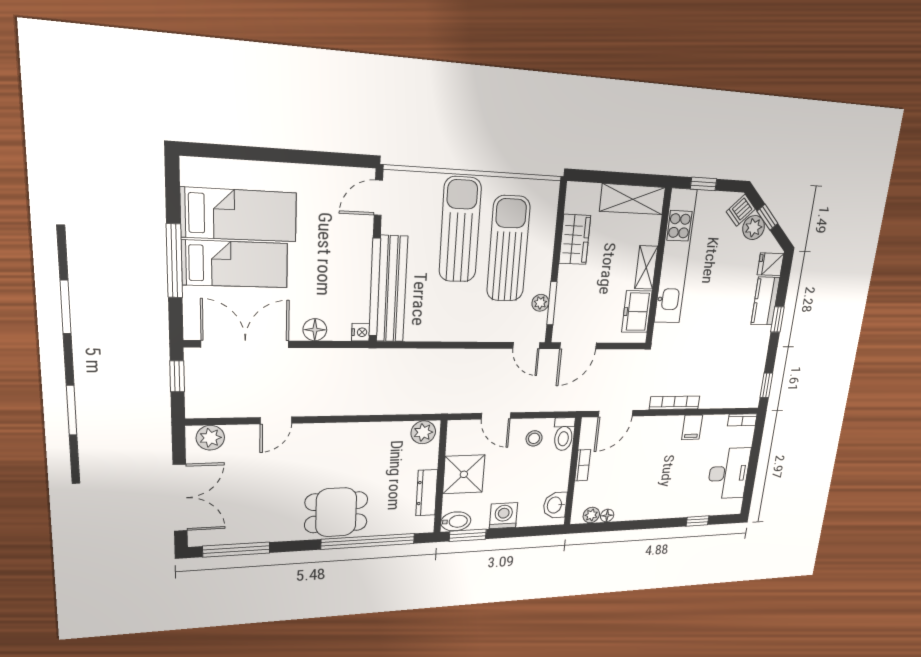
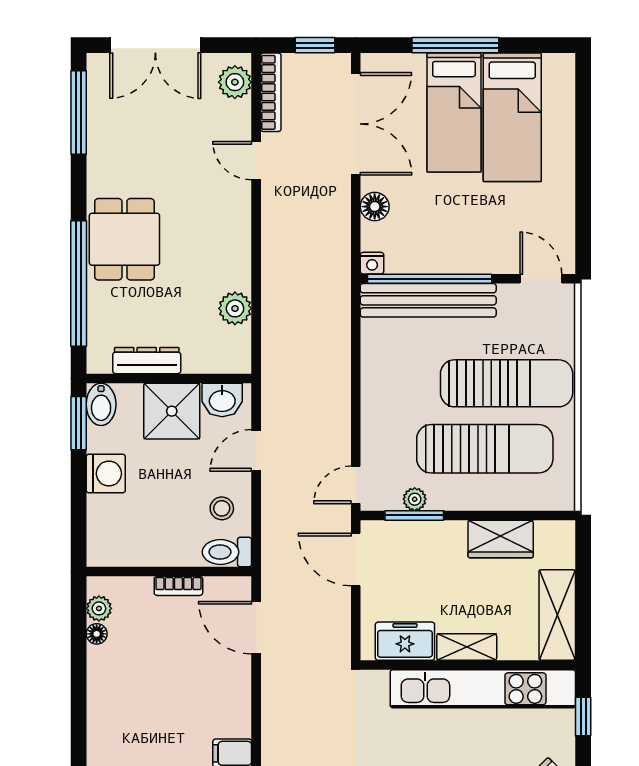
bookcase: (675, 403) -> (271, 92), moved
plant: (423, 432) -> (235, 308), moved
washbasin: (555, 505) -> (222, 400), moved, turned 180

